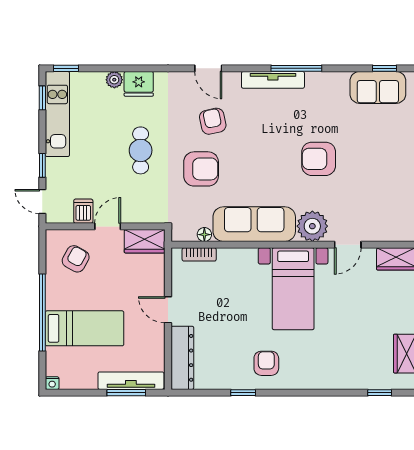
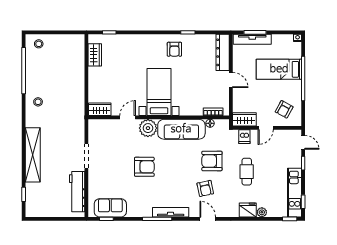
dishwasher: (83, 211) -> (244, 137), moved

